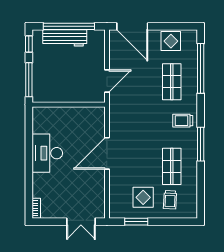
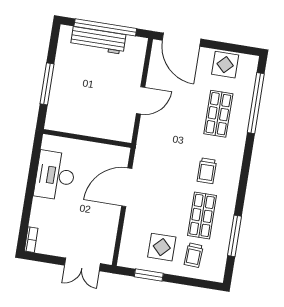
window: (29, 44) -> (54, 41), removed
wall: (69, 105) -> (87, 138), moved
trolley: (183, 121) -> (207, 171), moved, turned -90
window: (201, 144) -> (234, 236), moved

